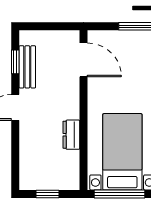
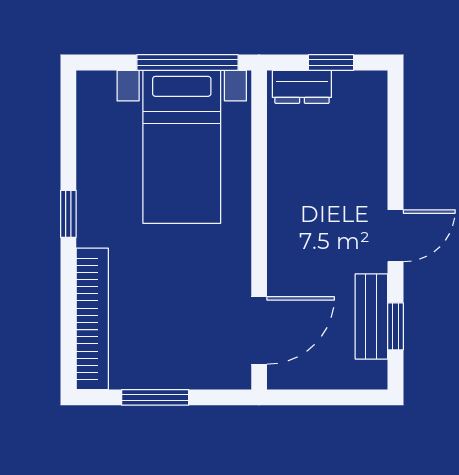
door: (84, 60) -> (259, 330), swing flipped
dresser: (71, 135) -> (302, 87), moved, turned 90

